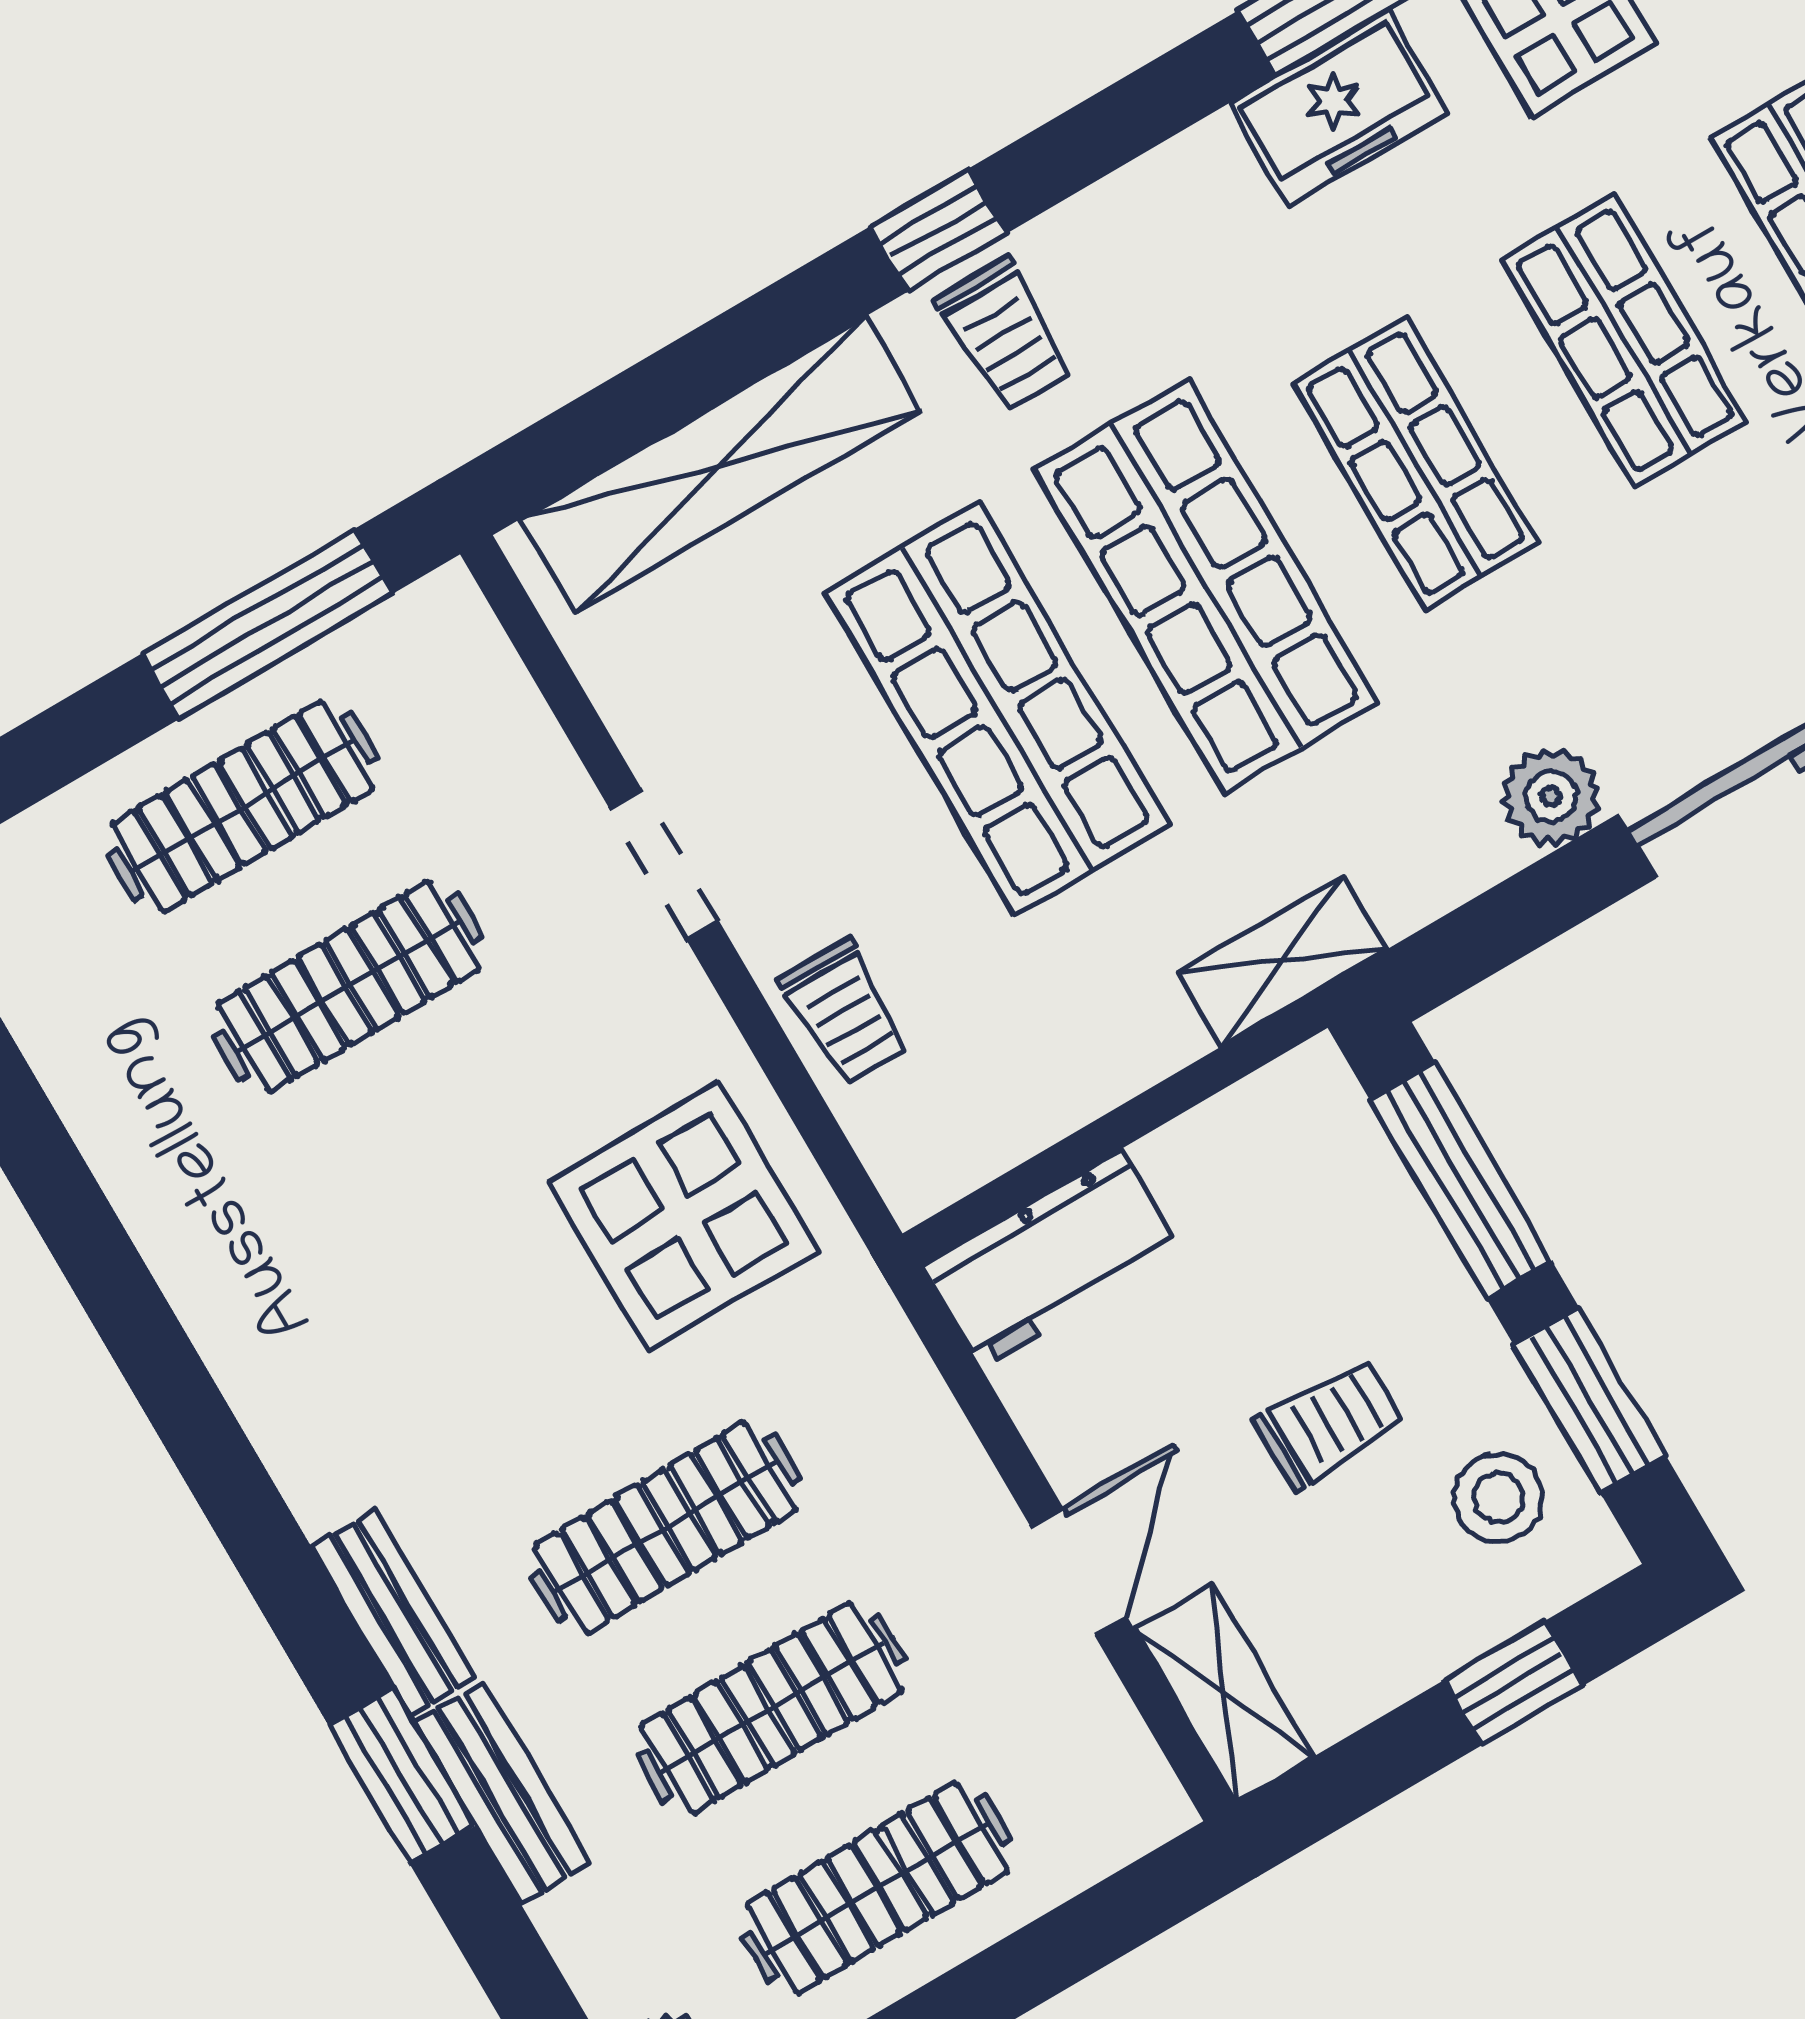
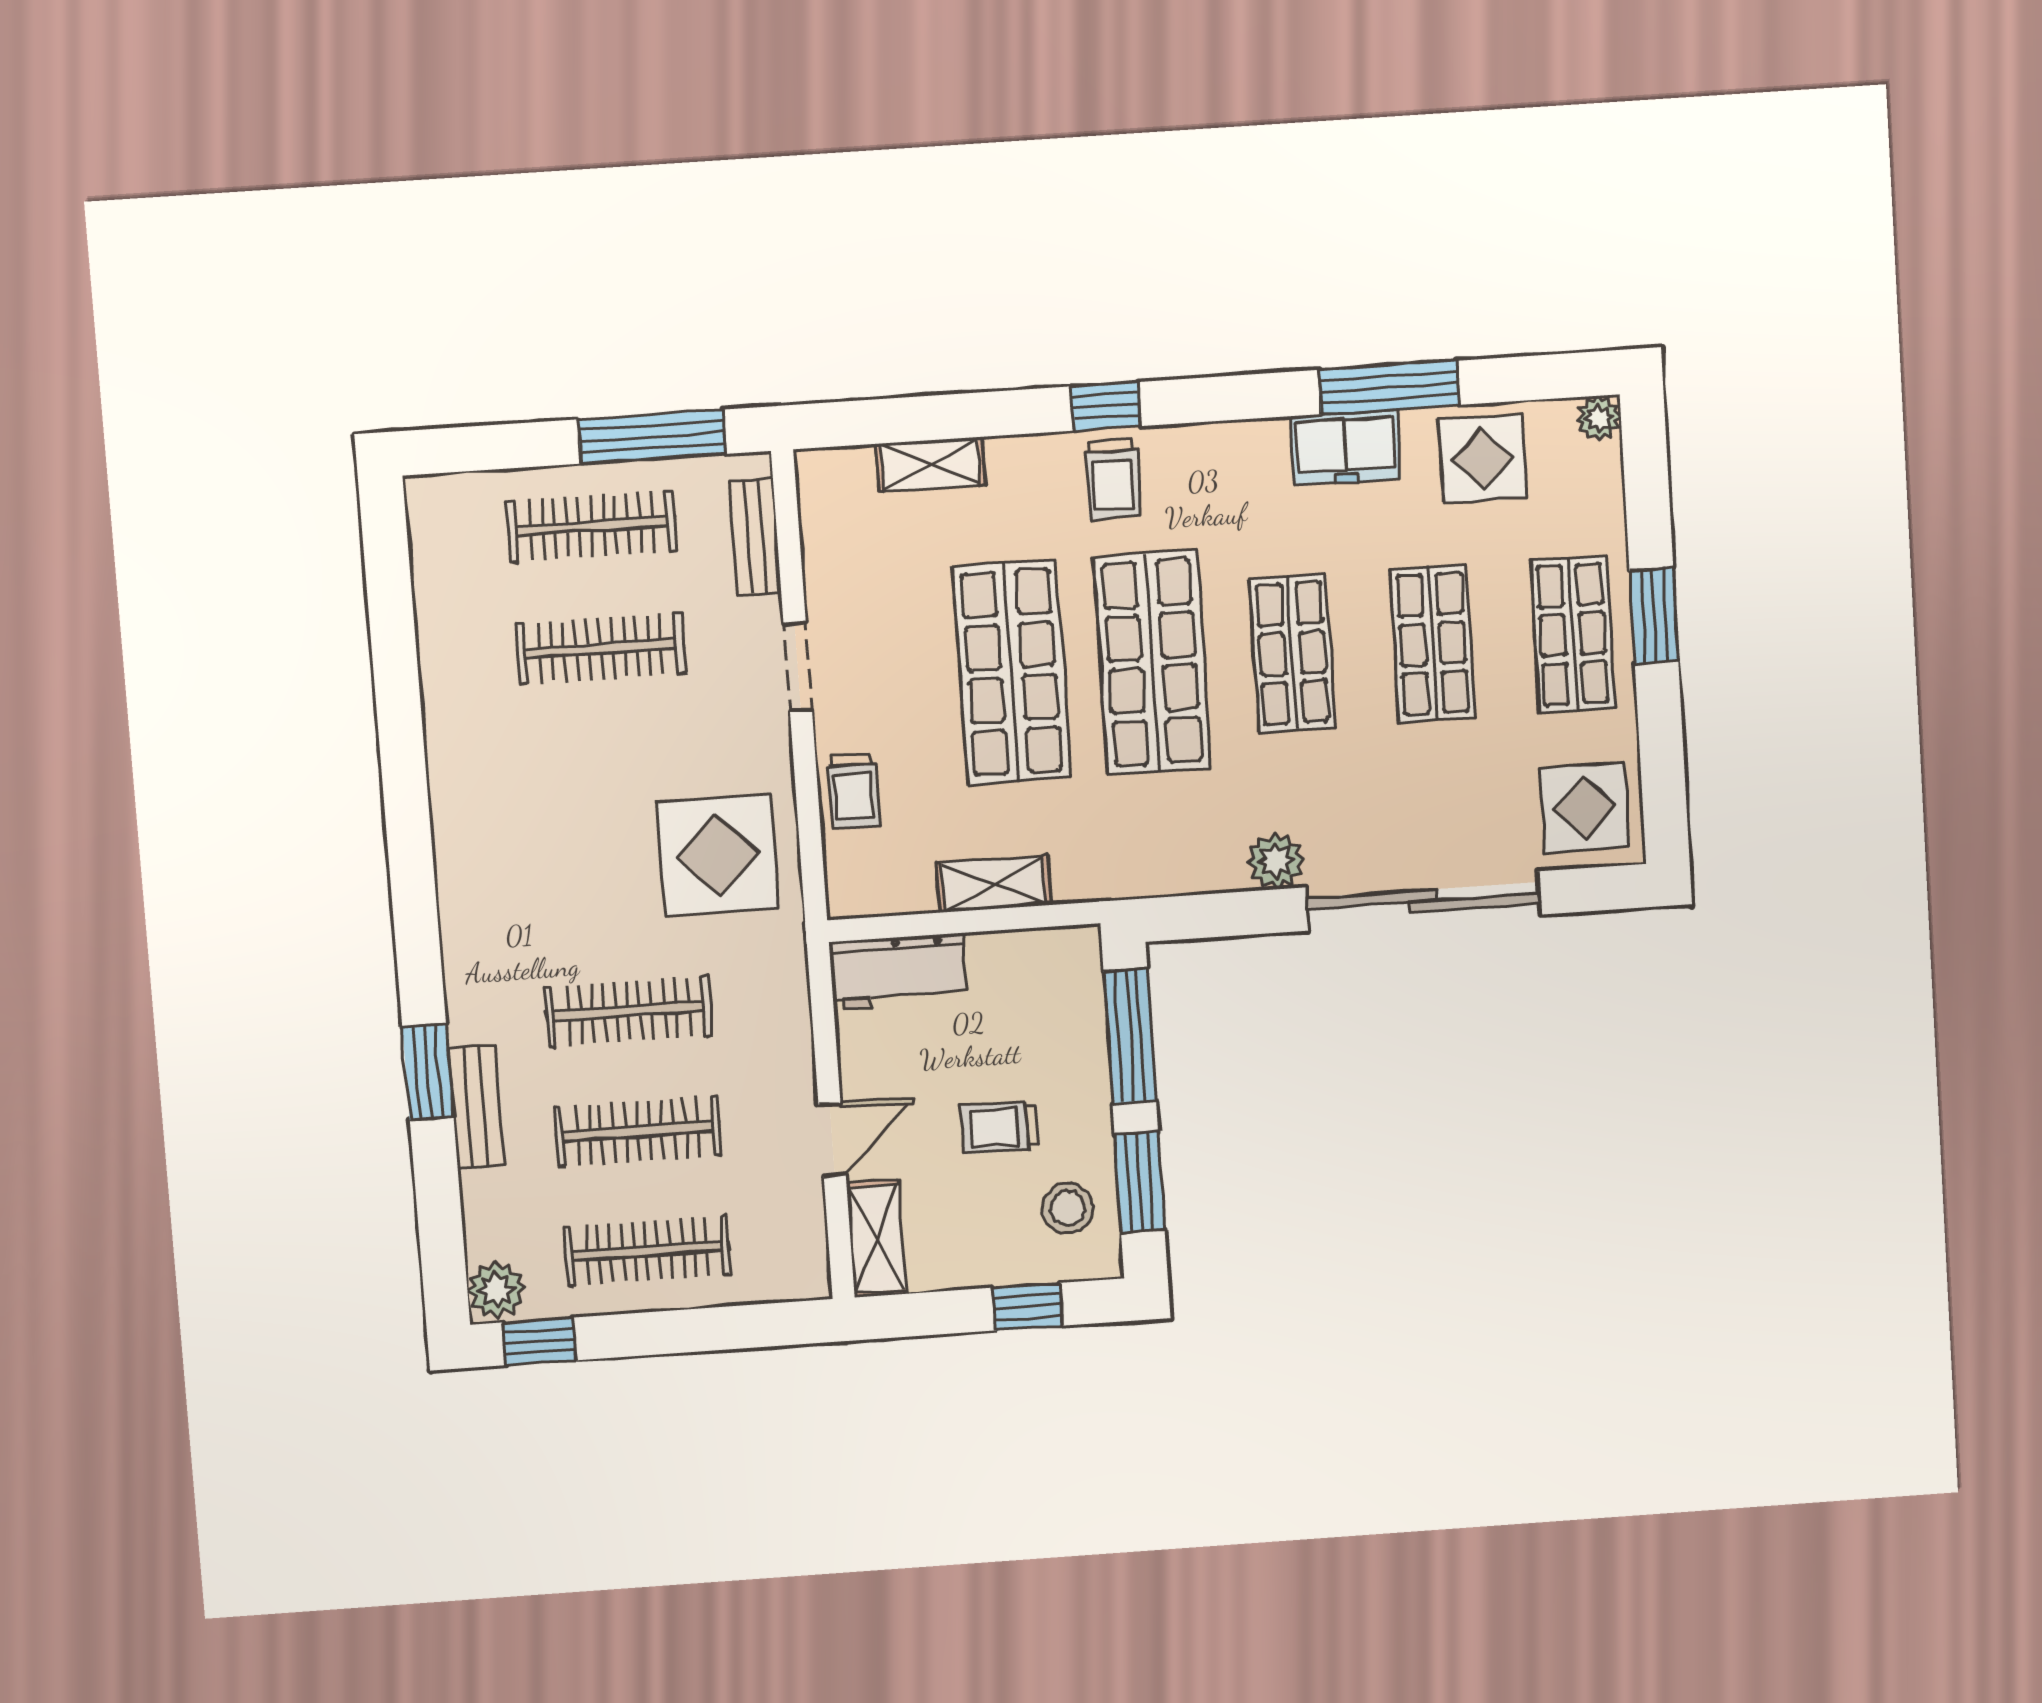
shelving: (721, 464) -> (930, 464), width x0.45, depth x0.75
shelving: (1282, 961) -> (994, 884), moved
trolley: (1330, 1423) -> (1000, 1127), turned 180
bench: (393, 1613) -> (755, 537), moved

